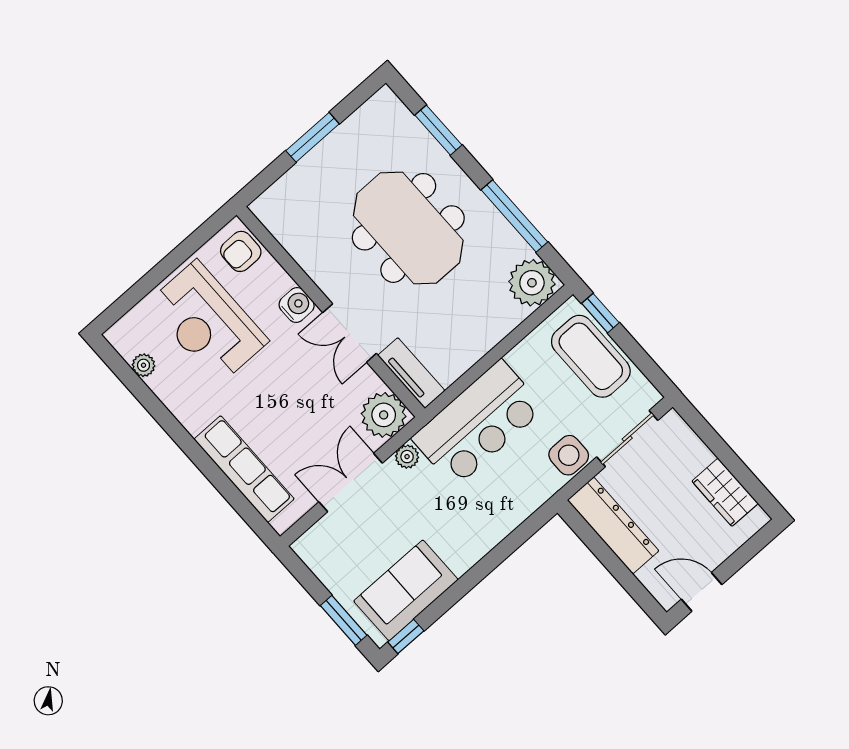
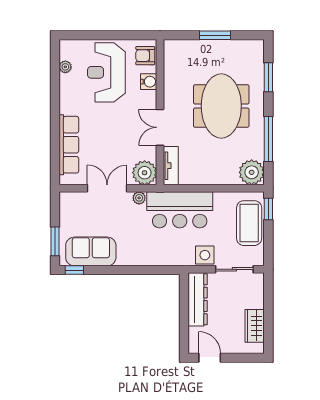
water cooler: (297, 305) -> (149, 82), moved

